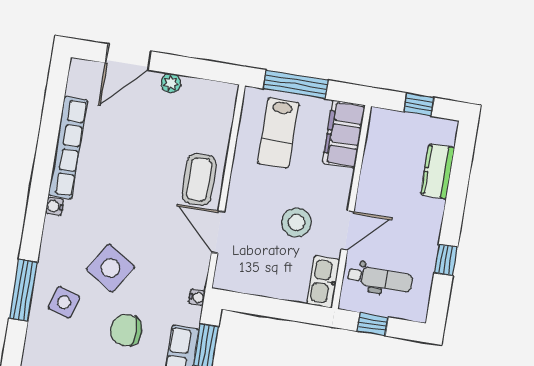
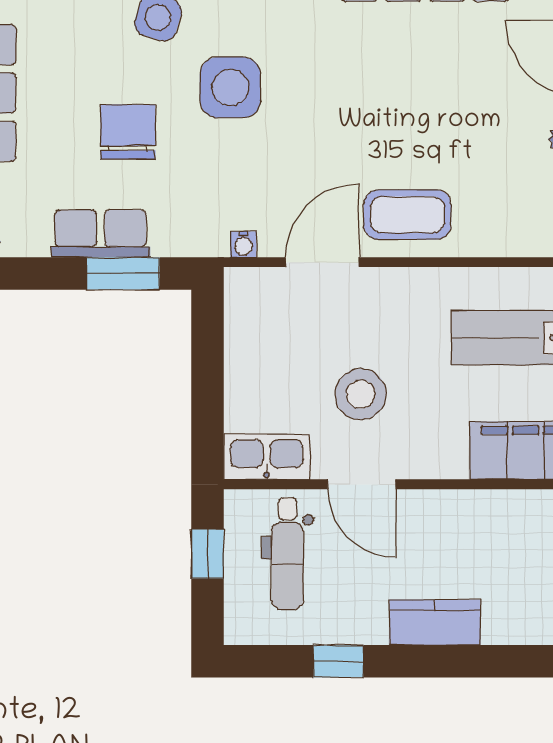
kitchen counter: (438, 171) -> (435, 622), moved
side table: (110, 268) -> (230, 87), turned -33
water cooler: (197, 297) -> (243, 244), moved

